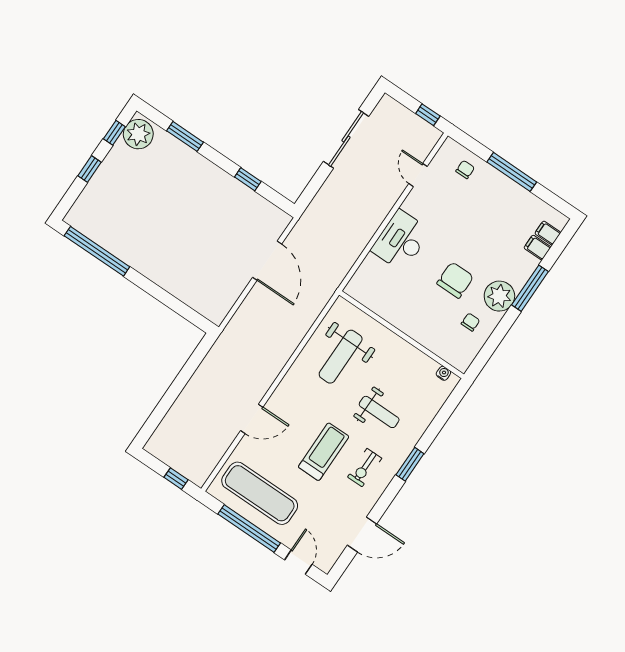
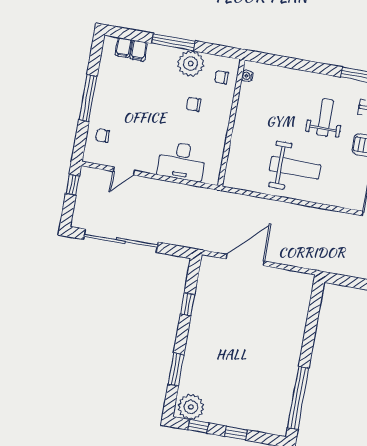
sliding door: (346, 139) -> (121, 241), width x1.36
chair: (455, 280) -> (194, 104), width x0.54, depth x0.54
wall: (402, 335) -> (231, 123), moved
water cooler: (443, 373) -> (247, 76), moved

